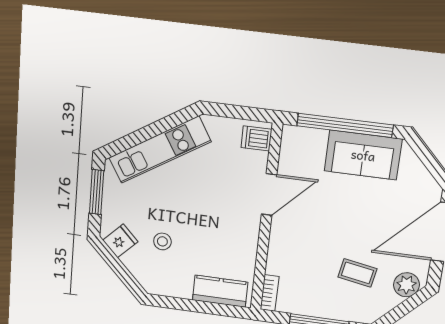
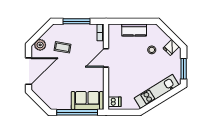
sofa: (363, 155) -> (87, 100), moved
door: (269, 194) -> (106, 58), moved
kitchen counter: (220, 291) -> (134, 30), moved

